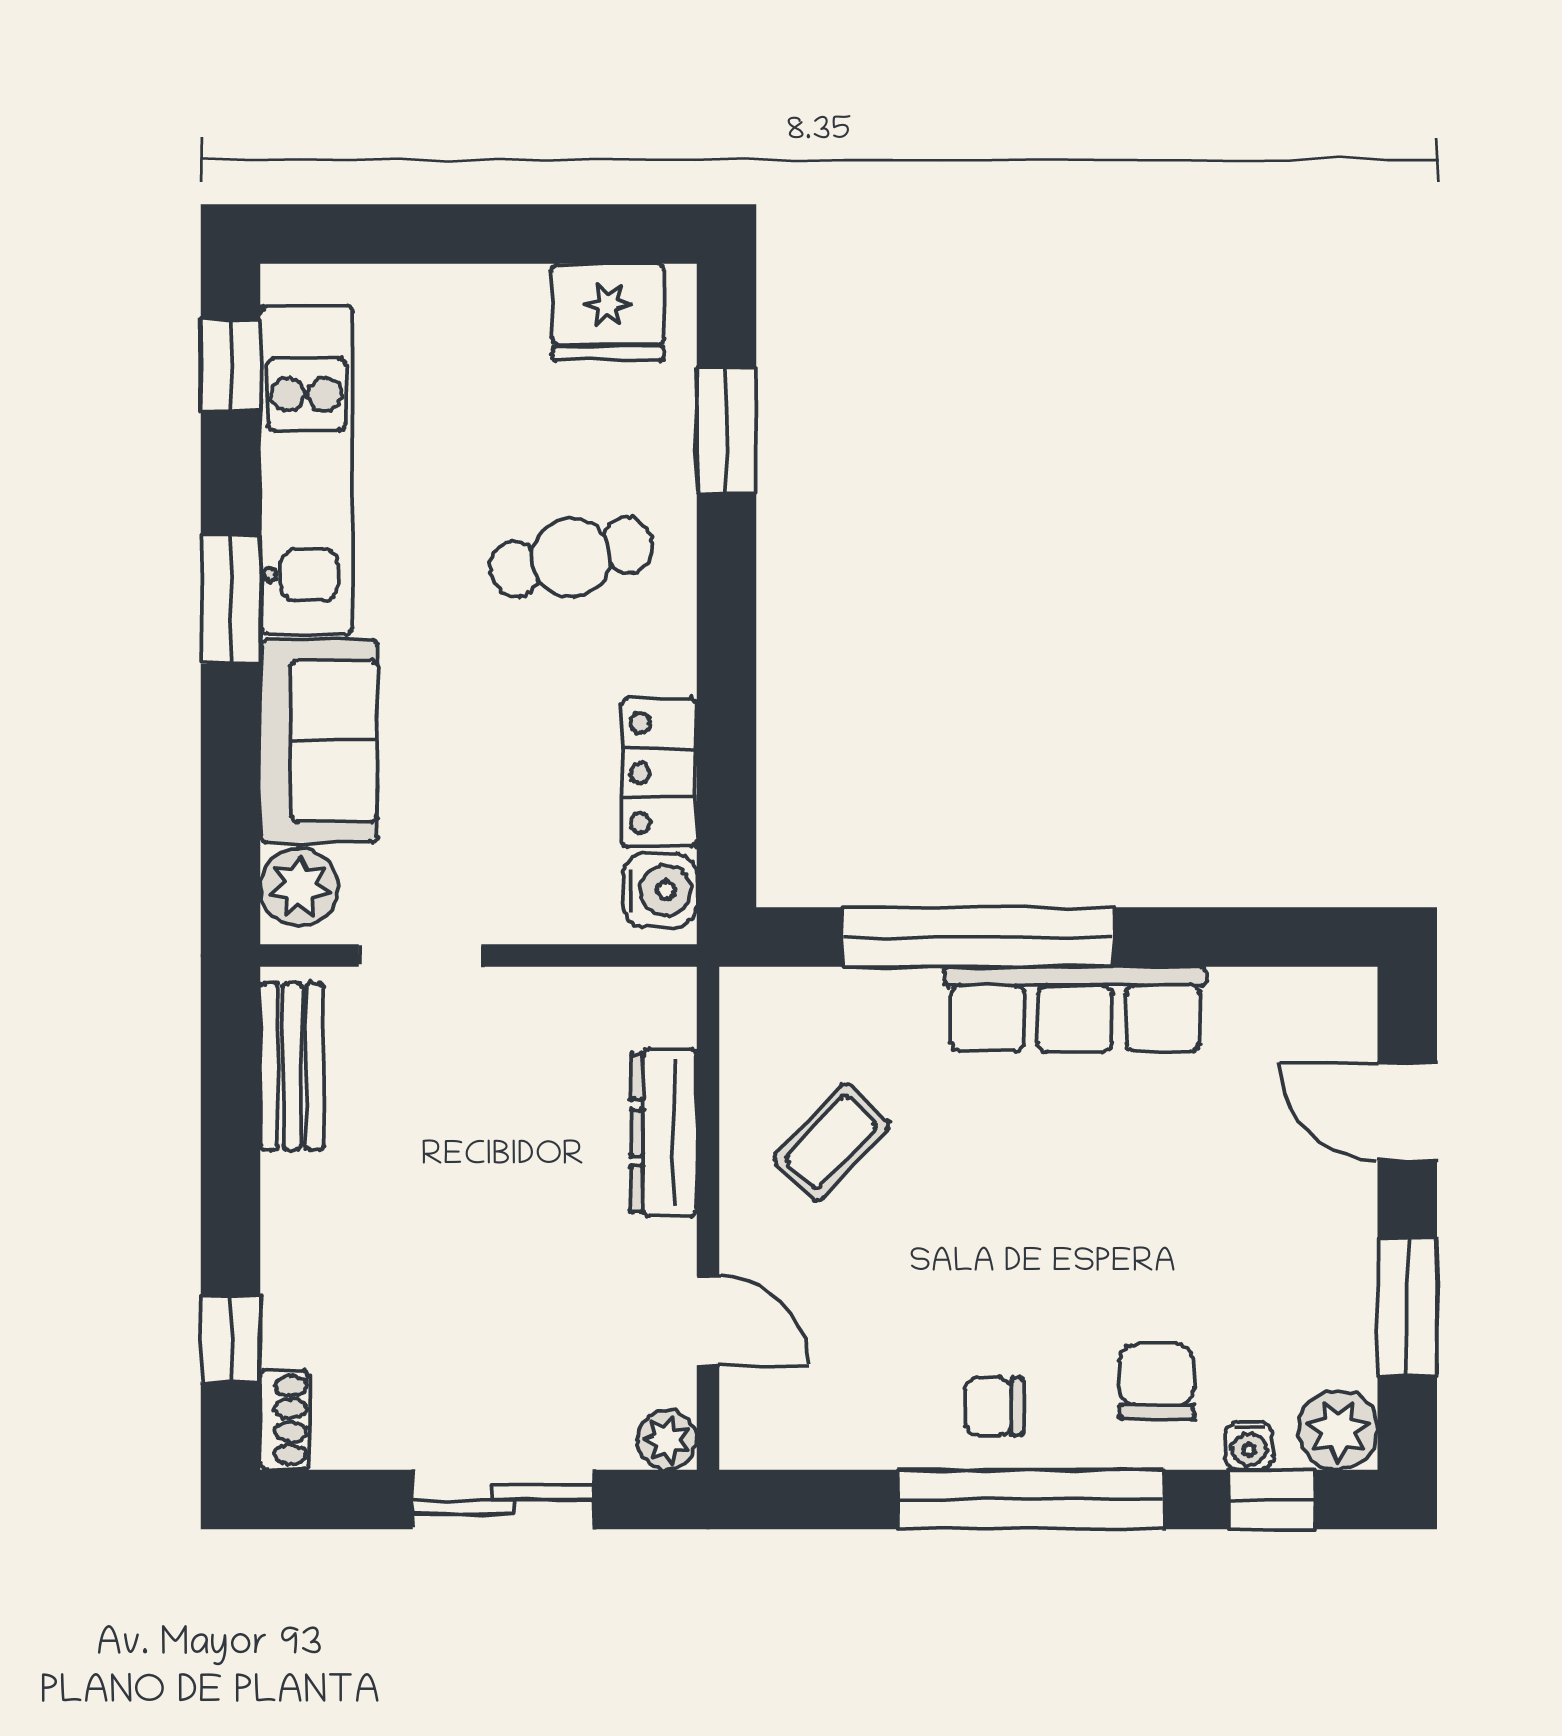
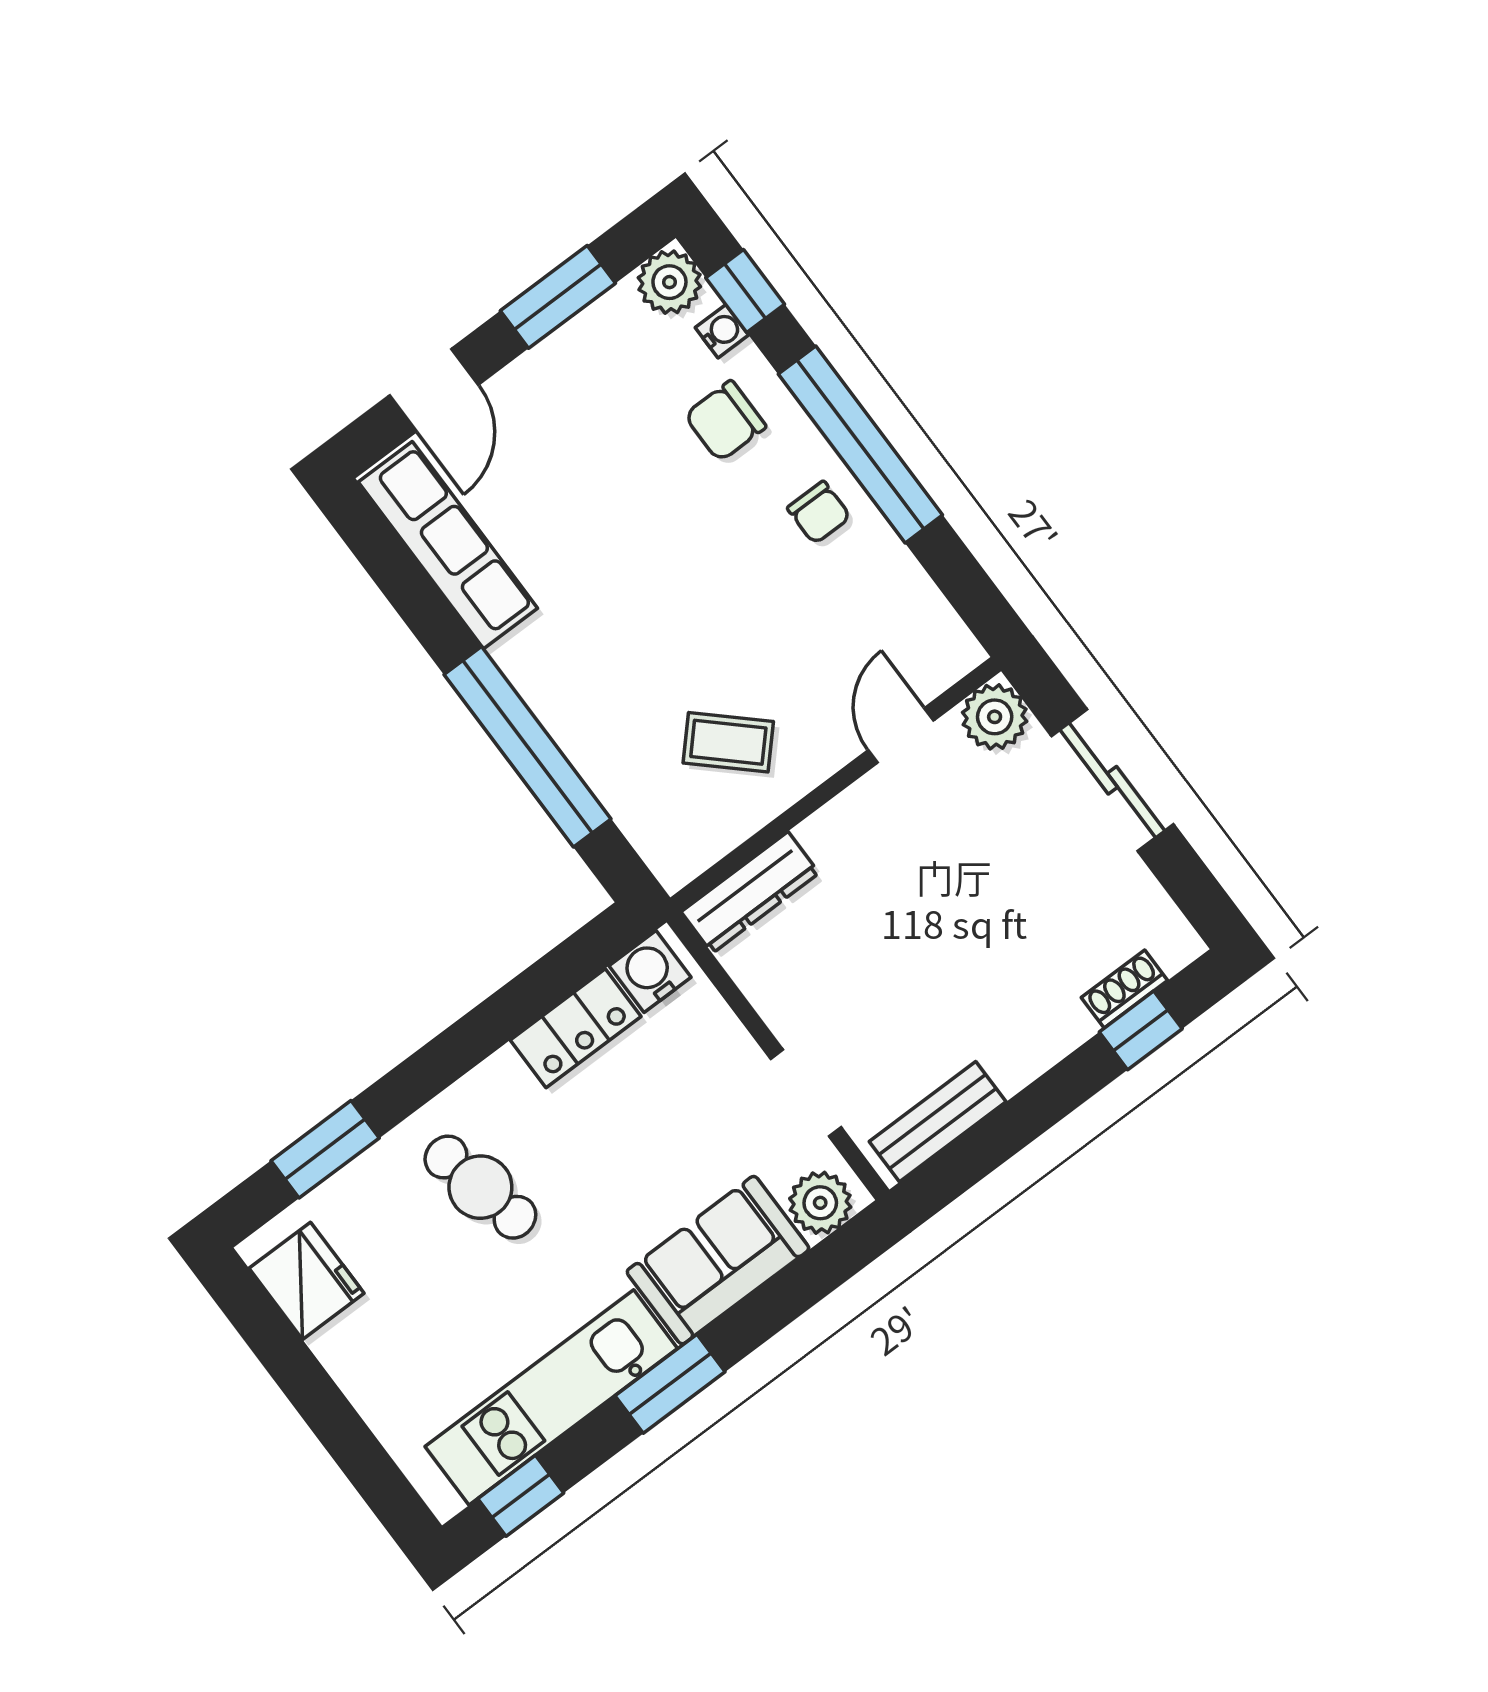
row of seats: (1075, 1009) -> (448, 545), moved
dresser: (664, 1133) -> (750, 892), moved
shoe rack: (284, 1420) -> (1124, 989), moved
plant: (667, 1440) -> (995, 717), width x1.38, depth x1.38

